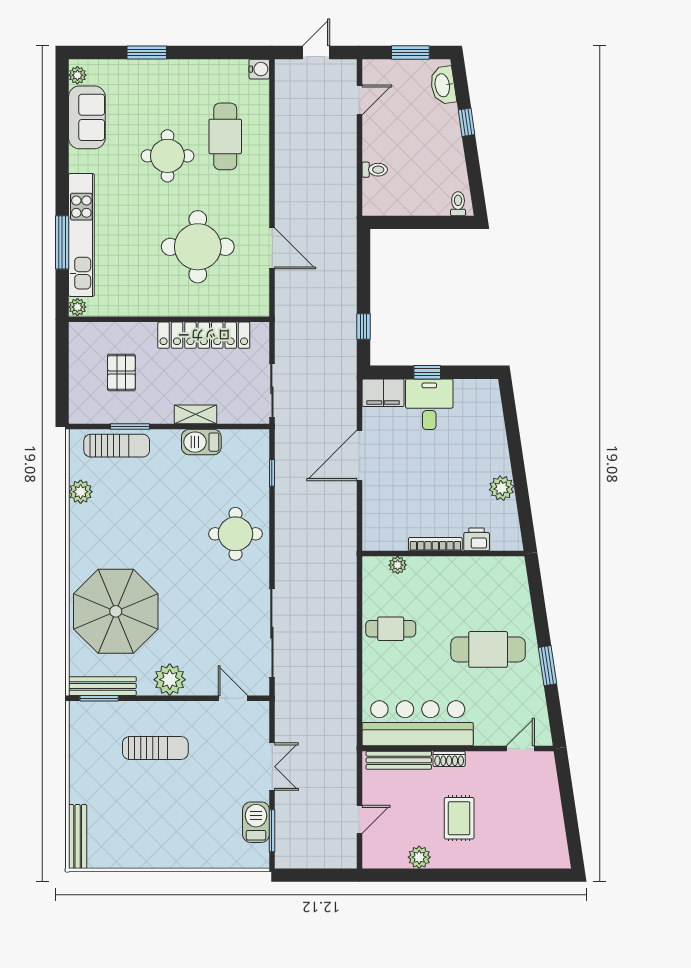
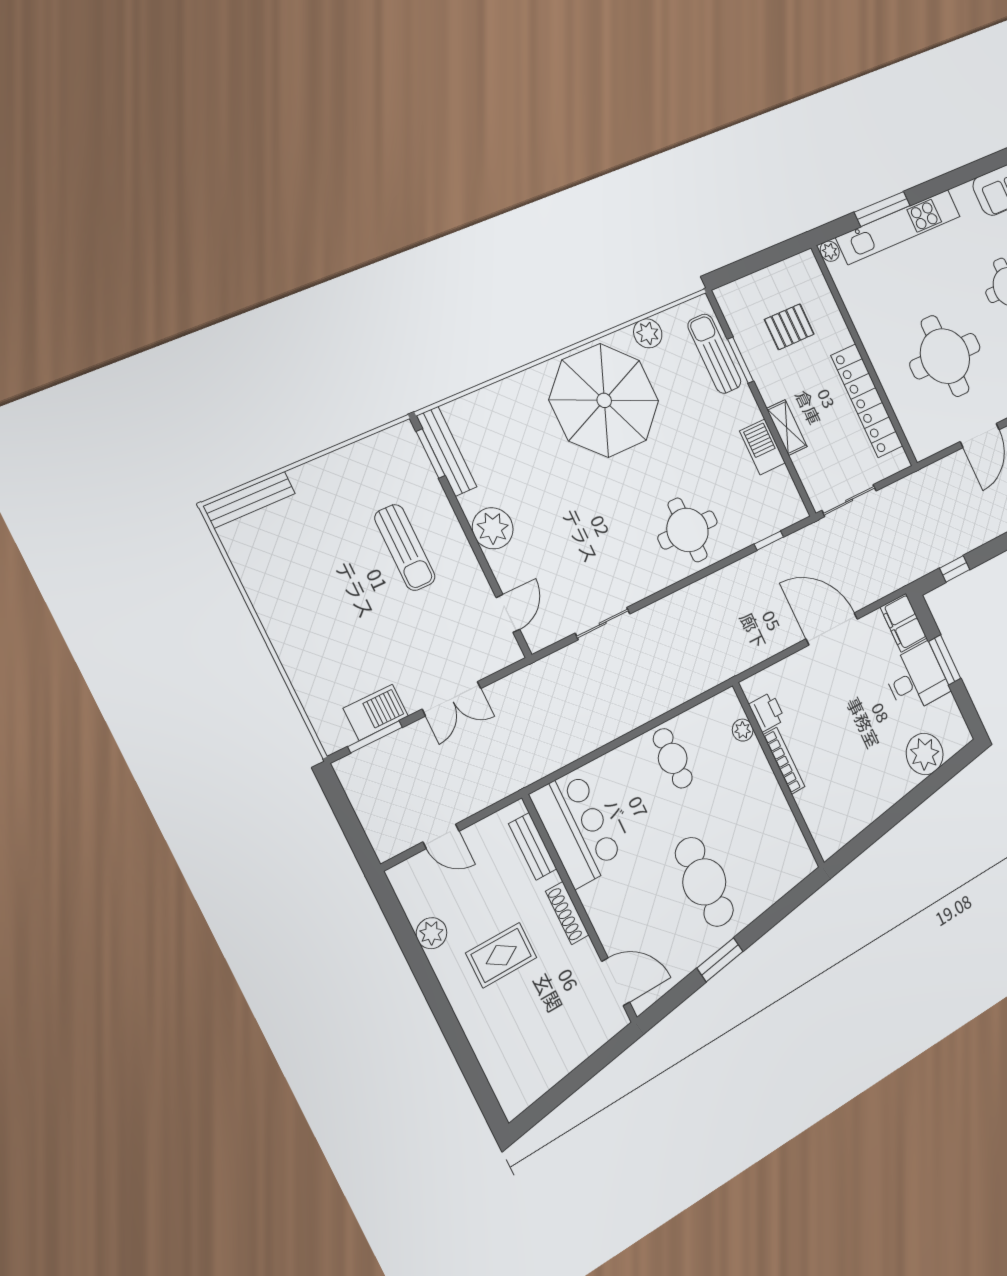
window: (427, 372) -> (945, 660), width x1.50
sun lounger: (117, 446) -> (714, 354), turned 180
plant: (502, 488) -> (925, 754), moved, width x1.36, depth x1.36
printer: (477, 539) -> (767, 712), moved
parasol: (116, 611) -> (604, 400), moved
sliding door: (272, 633) -> (603, 623), width x0.54
bar counter: (418, 723) -> (577, 828), width x0.73
door: (520, 749) -> (616, 982), width x1.38
shoe rack: (449, 759) -> (567, 913), width x1.43
bench: (399, 760) -> (533, 846), width x0.73

